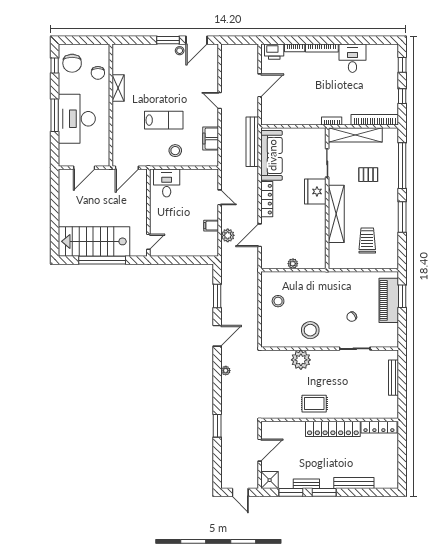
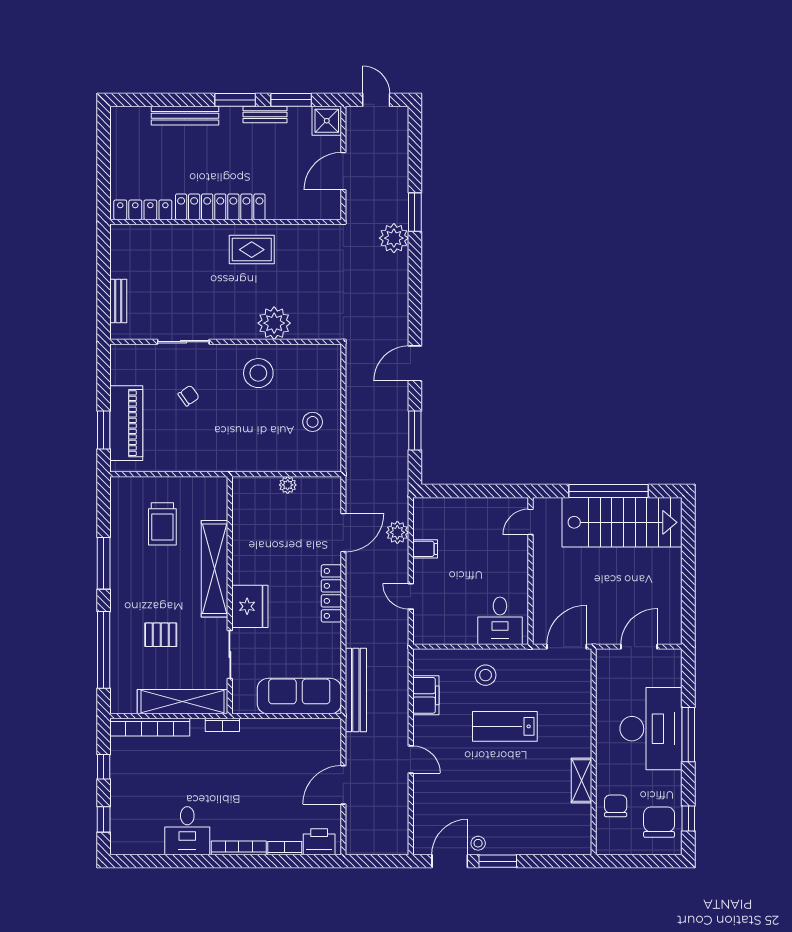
sofa: (272, 155) -> (299, 696), moved, turned 90
plant: (226, 371) -> (394, 238), moved, width x1.88, depth x1.88
bench: (393, 378) -> (118, 301), width x0.73

